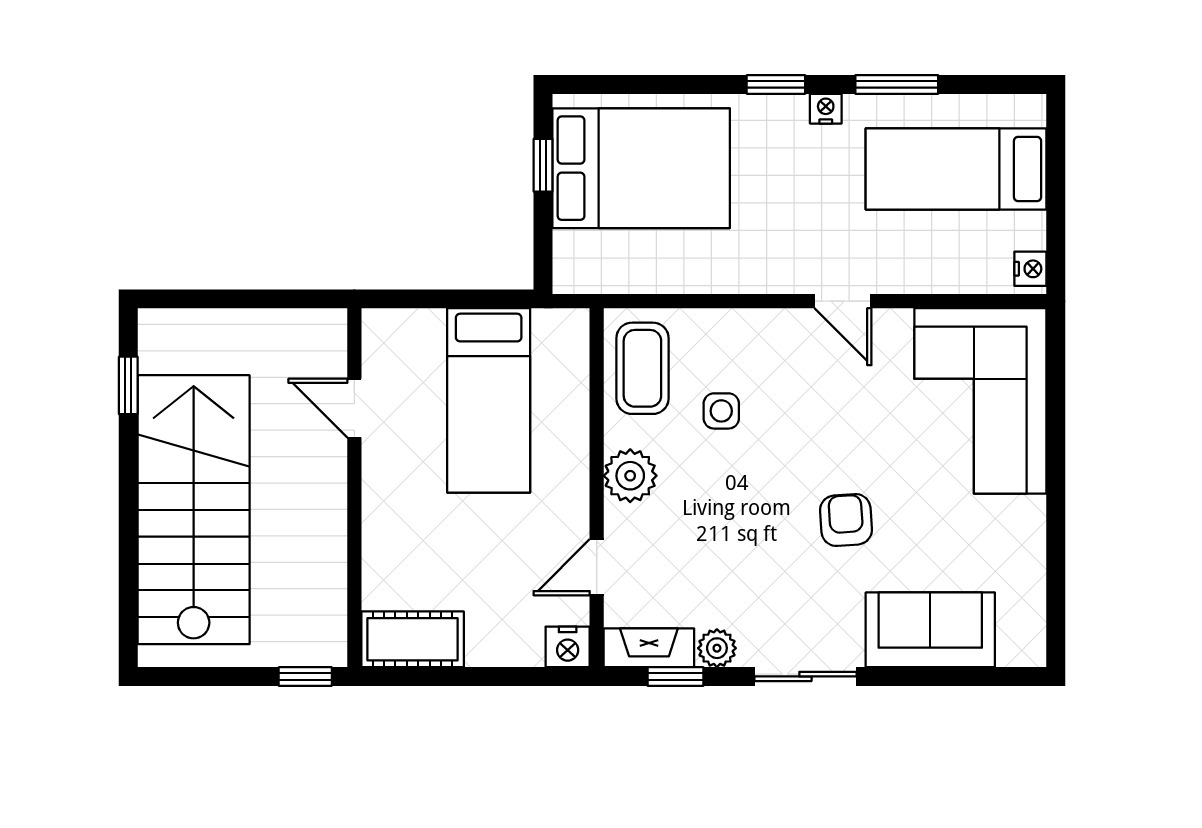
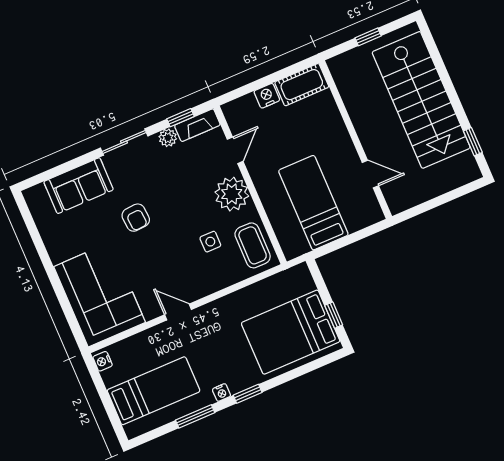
plant: (630, 476) -> (232, 194), width x1.36, depth x1.36
nightstand: (568, 647) -> (267, 96), moved
window: (305, 676) -> (368, 37), moved

